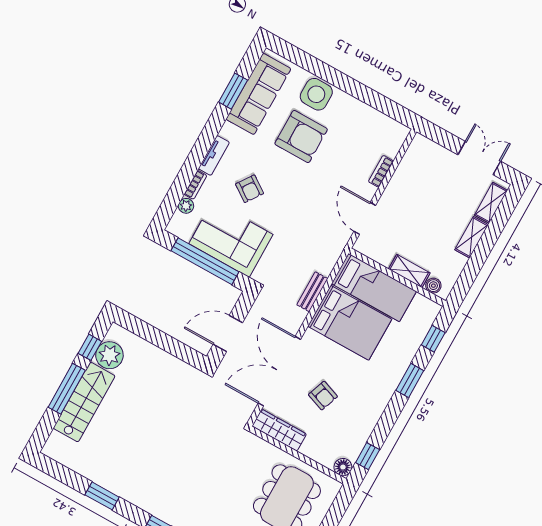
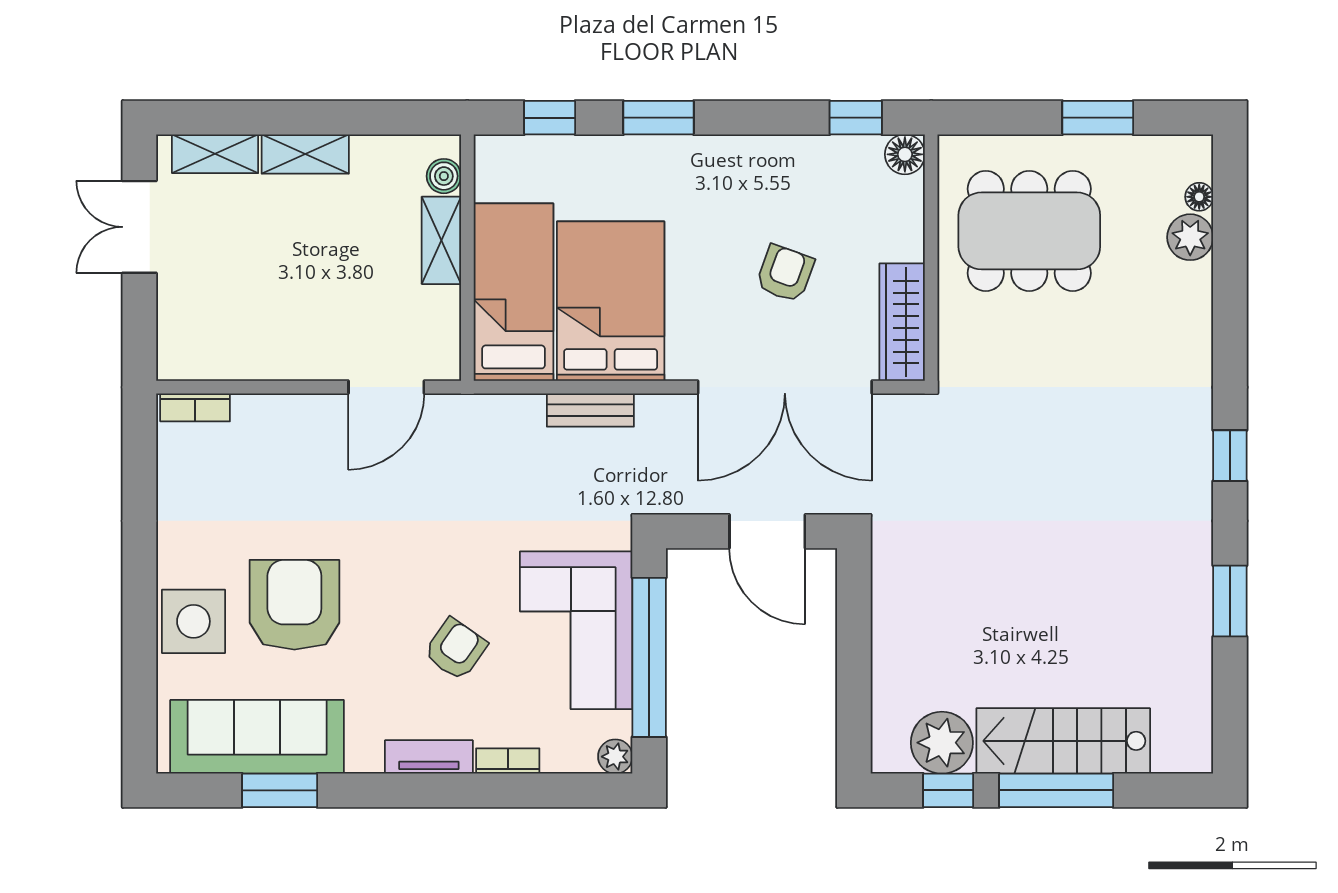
bookcase: (381, 171) -> (195, 407), moved
plant: (186, 206) -> (615, 757), moved

